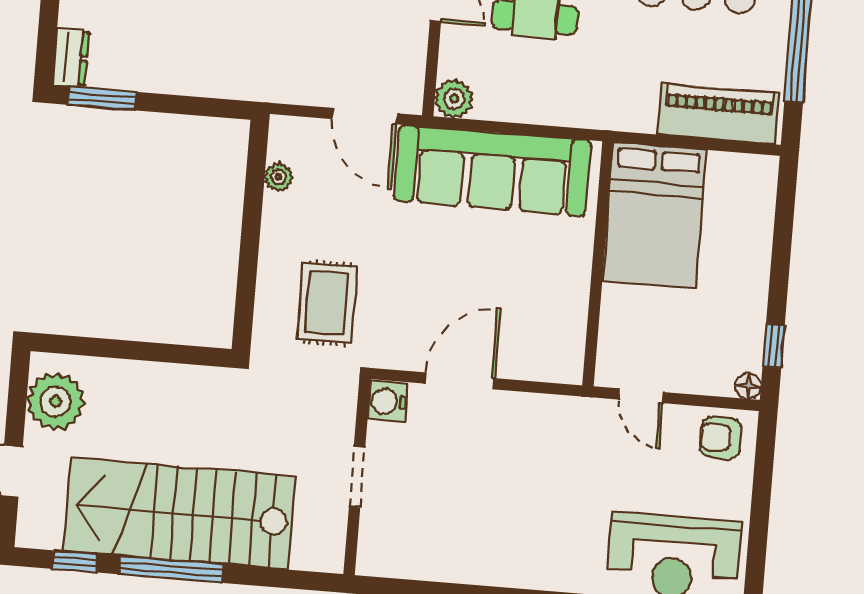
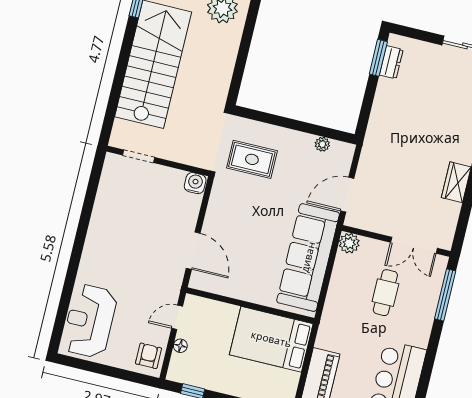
dresser: (71, 58) -> (391, 62), moved, turned -90
door: (460, 381) -> (193, 251), moved
floor lamp: (748, 386) -> (180, 346), moved
doorway: (357, 477) -> (139, 156), moved
window: (171, 569) -> (124, 55), removed

